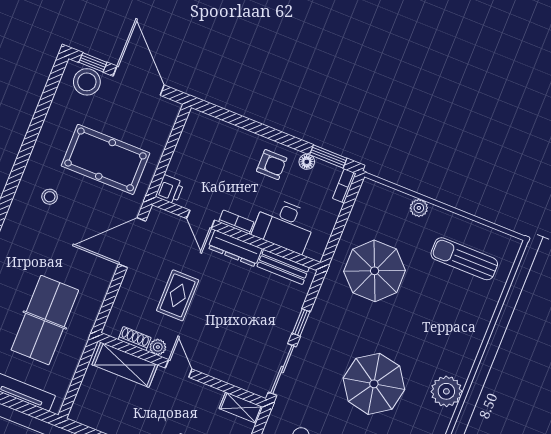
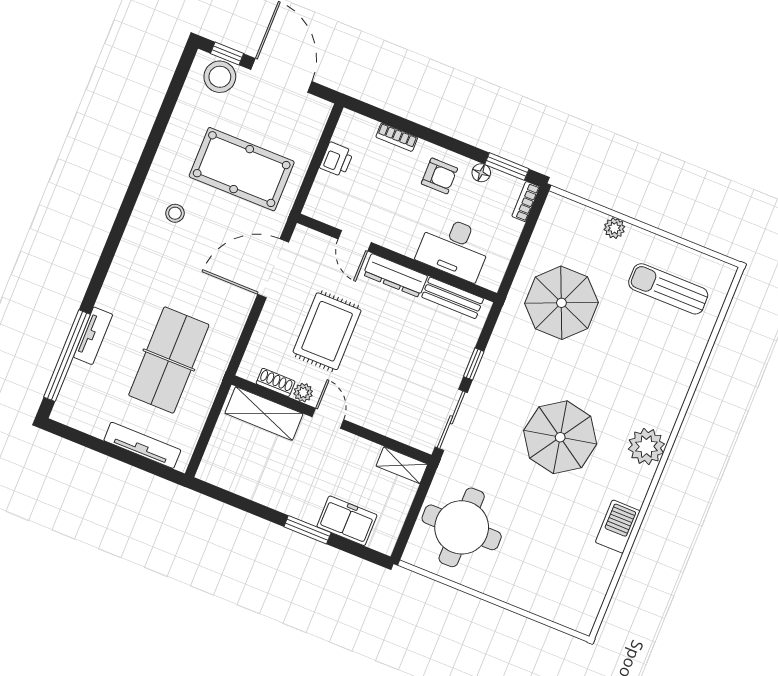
printer: (170, 190) -> (337, 159), moved
bookcase: (236, 222) -> (397, 137), moved, turned 180
rug: (178, 295) -> (327, 331), width x1.36, depth x1.43

